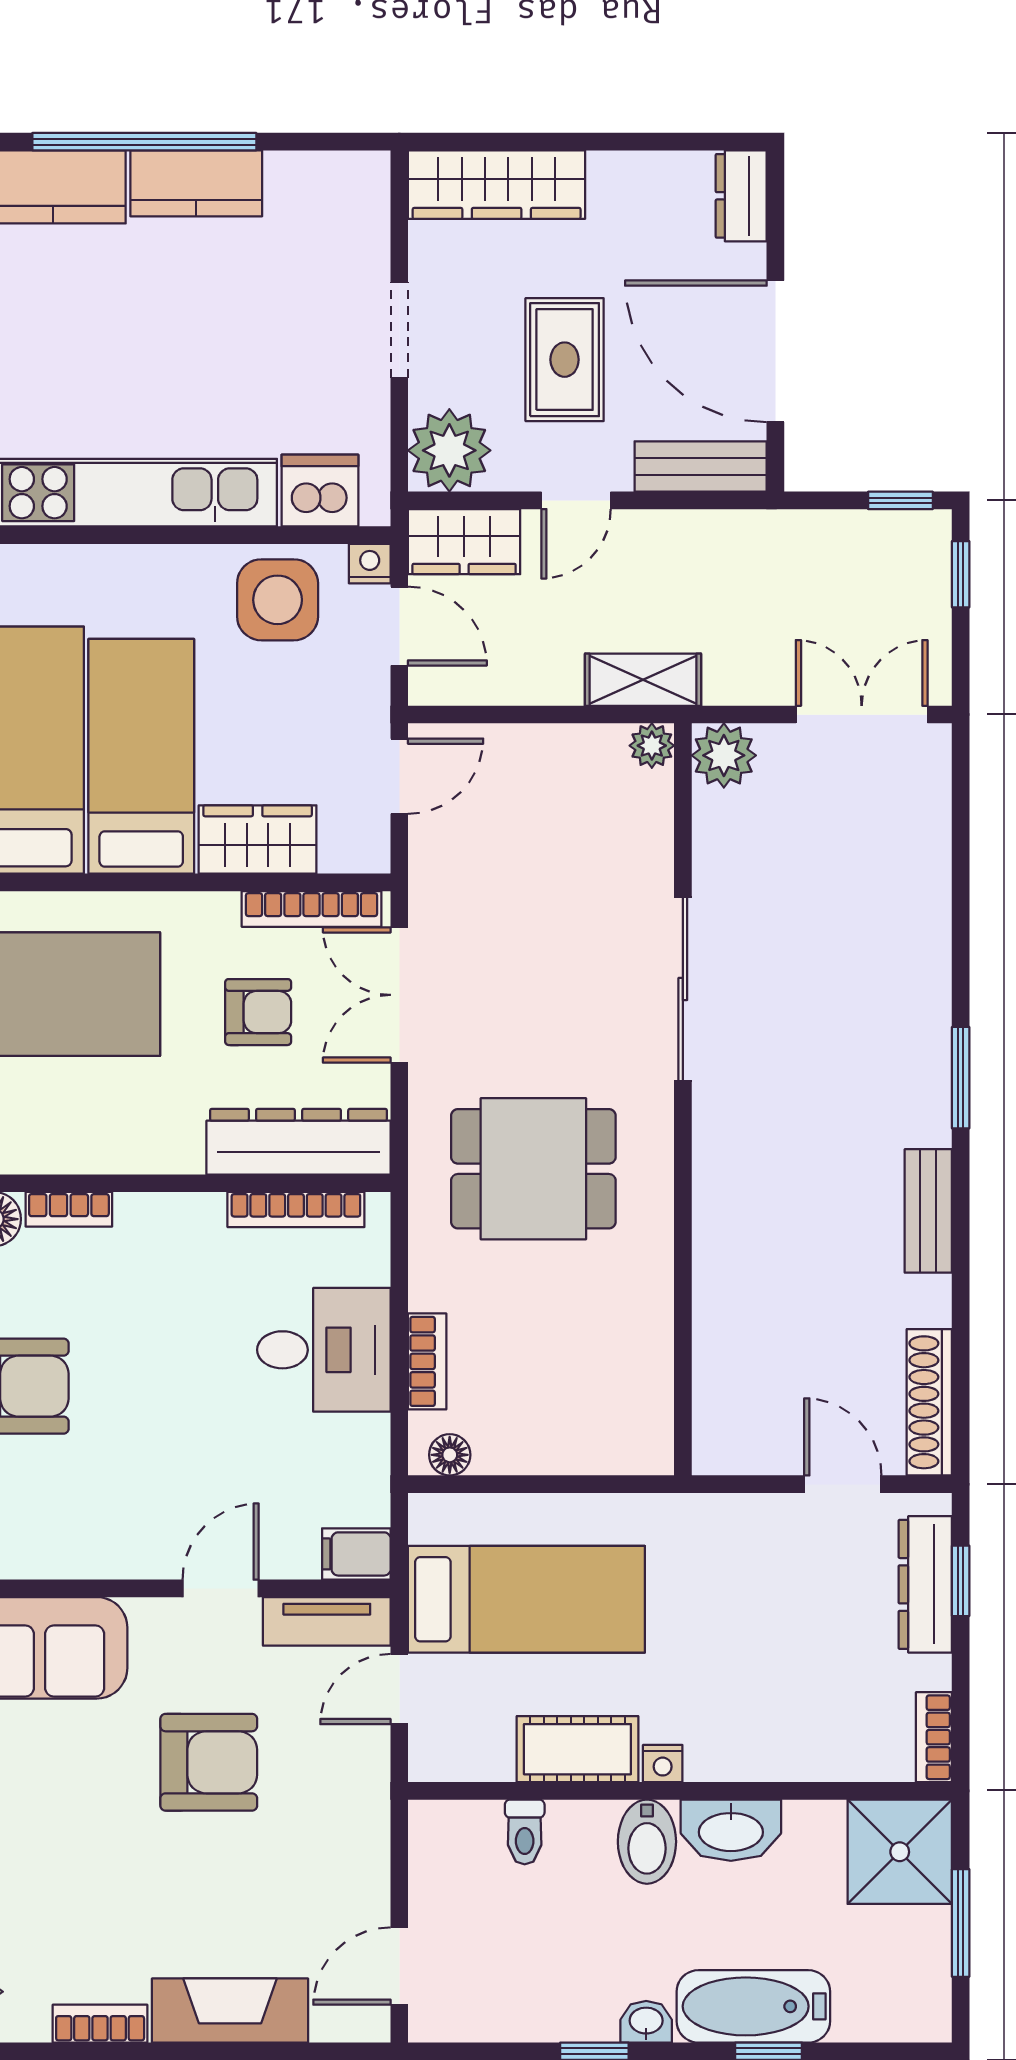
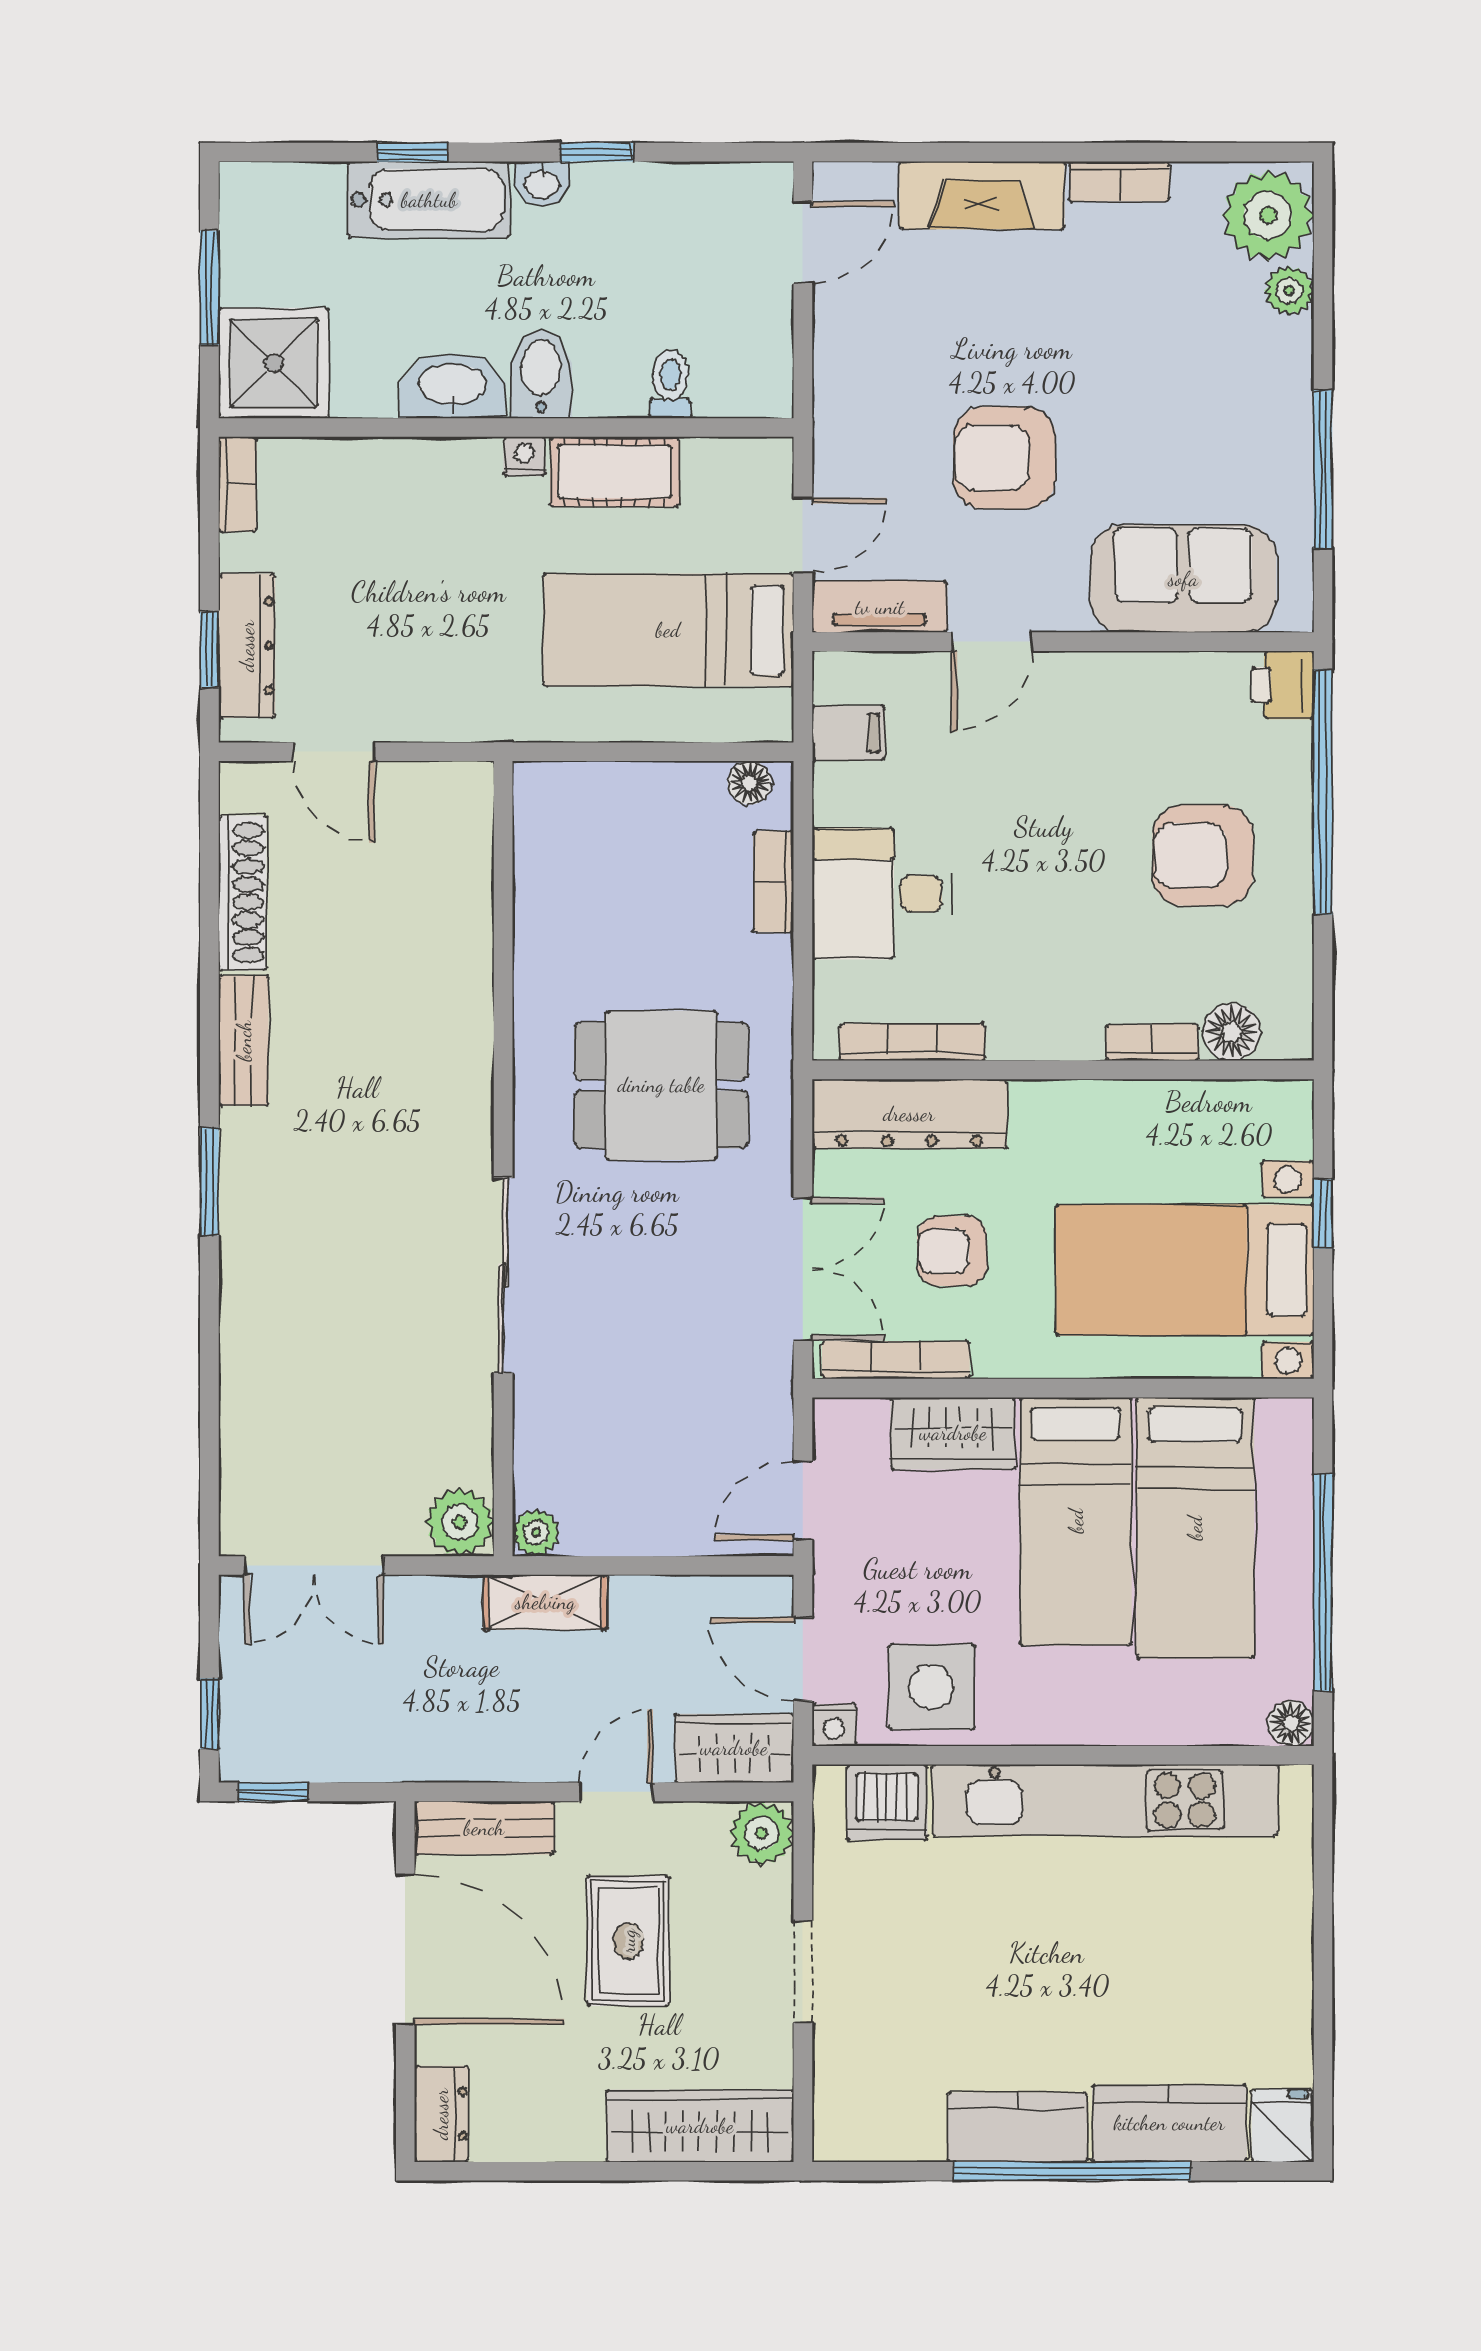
plant: (449, 450) -> (762, 1833), width x0.73, depth x0.73
shoe rack: (929, 1402) -> (242, 893), moved
filing cabinet: (356, 1554) -> (848, 733), moved

